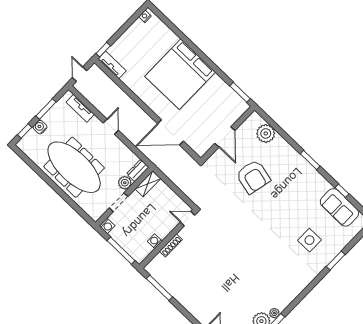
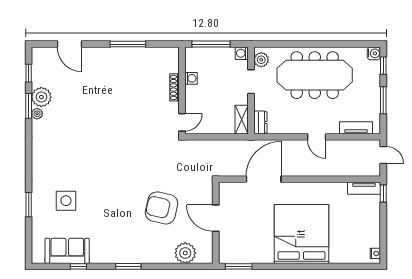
water cooler: (40, 127) -> (374, 53), moved
plant: (125, 183) -> (261, 60), moved
window: (159, 288) -> (128, 44), moved

